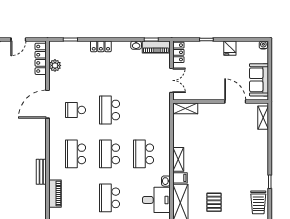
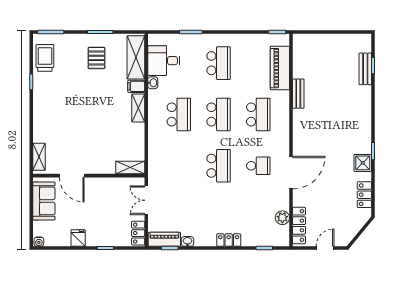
piano: (55, 194) -> (280, 68), width x1.37, depth x1.33

